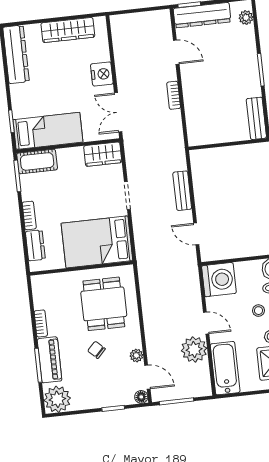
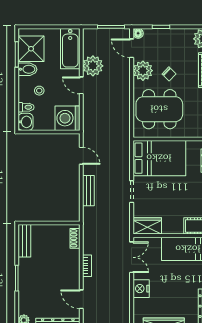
shoe rack: (193, 128) -> (75, 238), added
dining table: (104, 304) -> (159, 109), width x1.38
plant: (136, 355) -> (143, 71), width x1.87, depth x1.87

